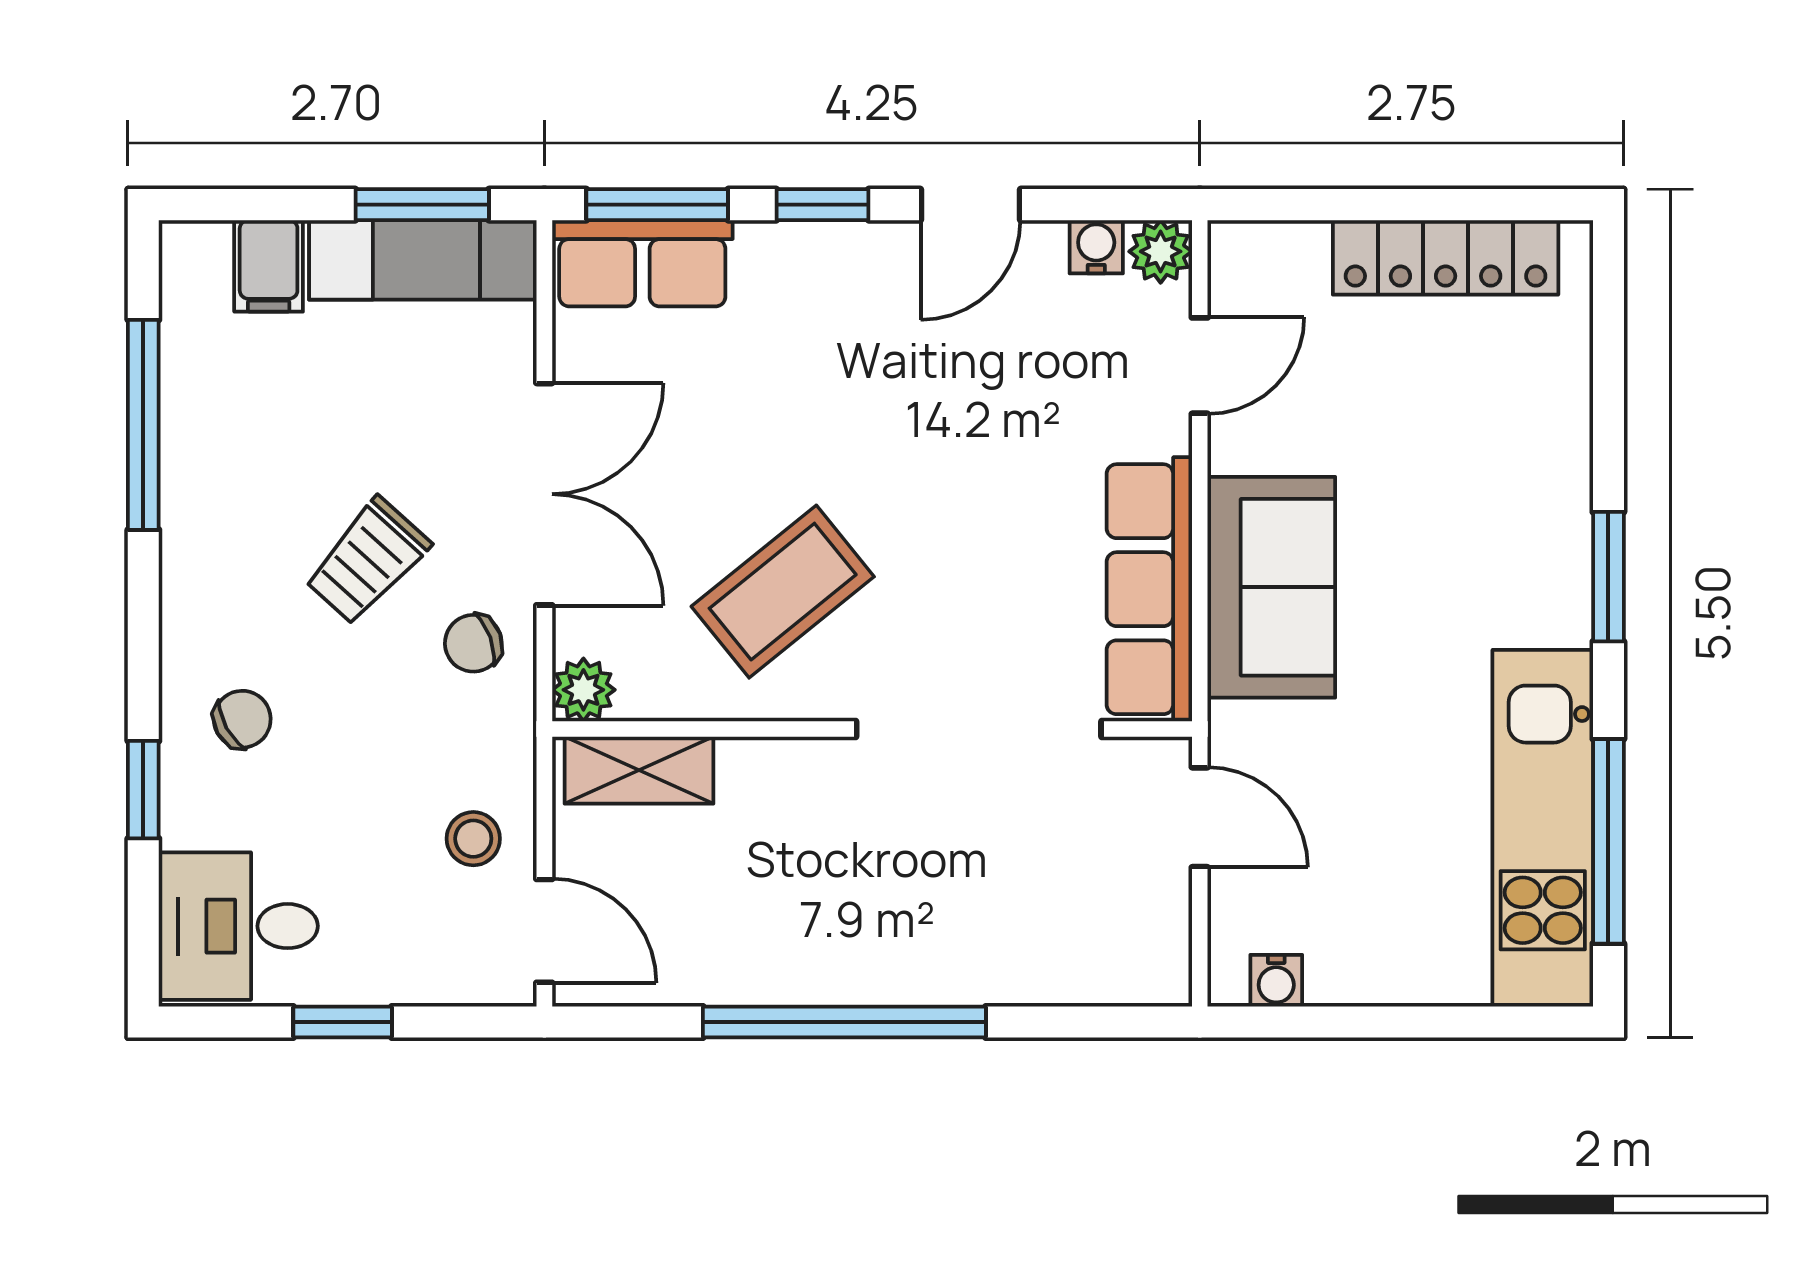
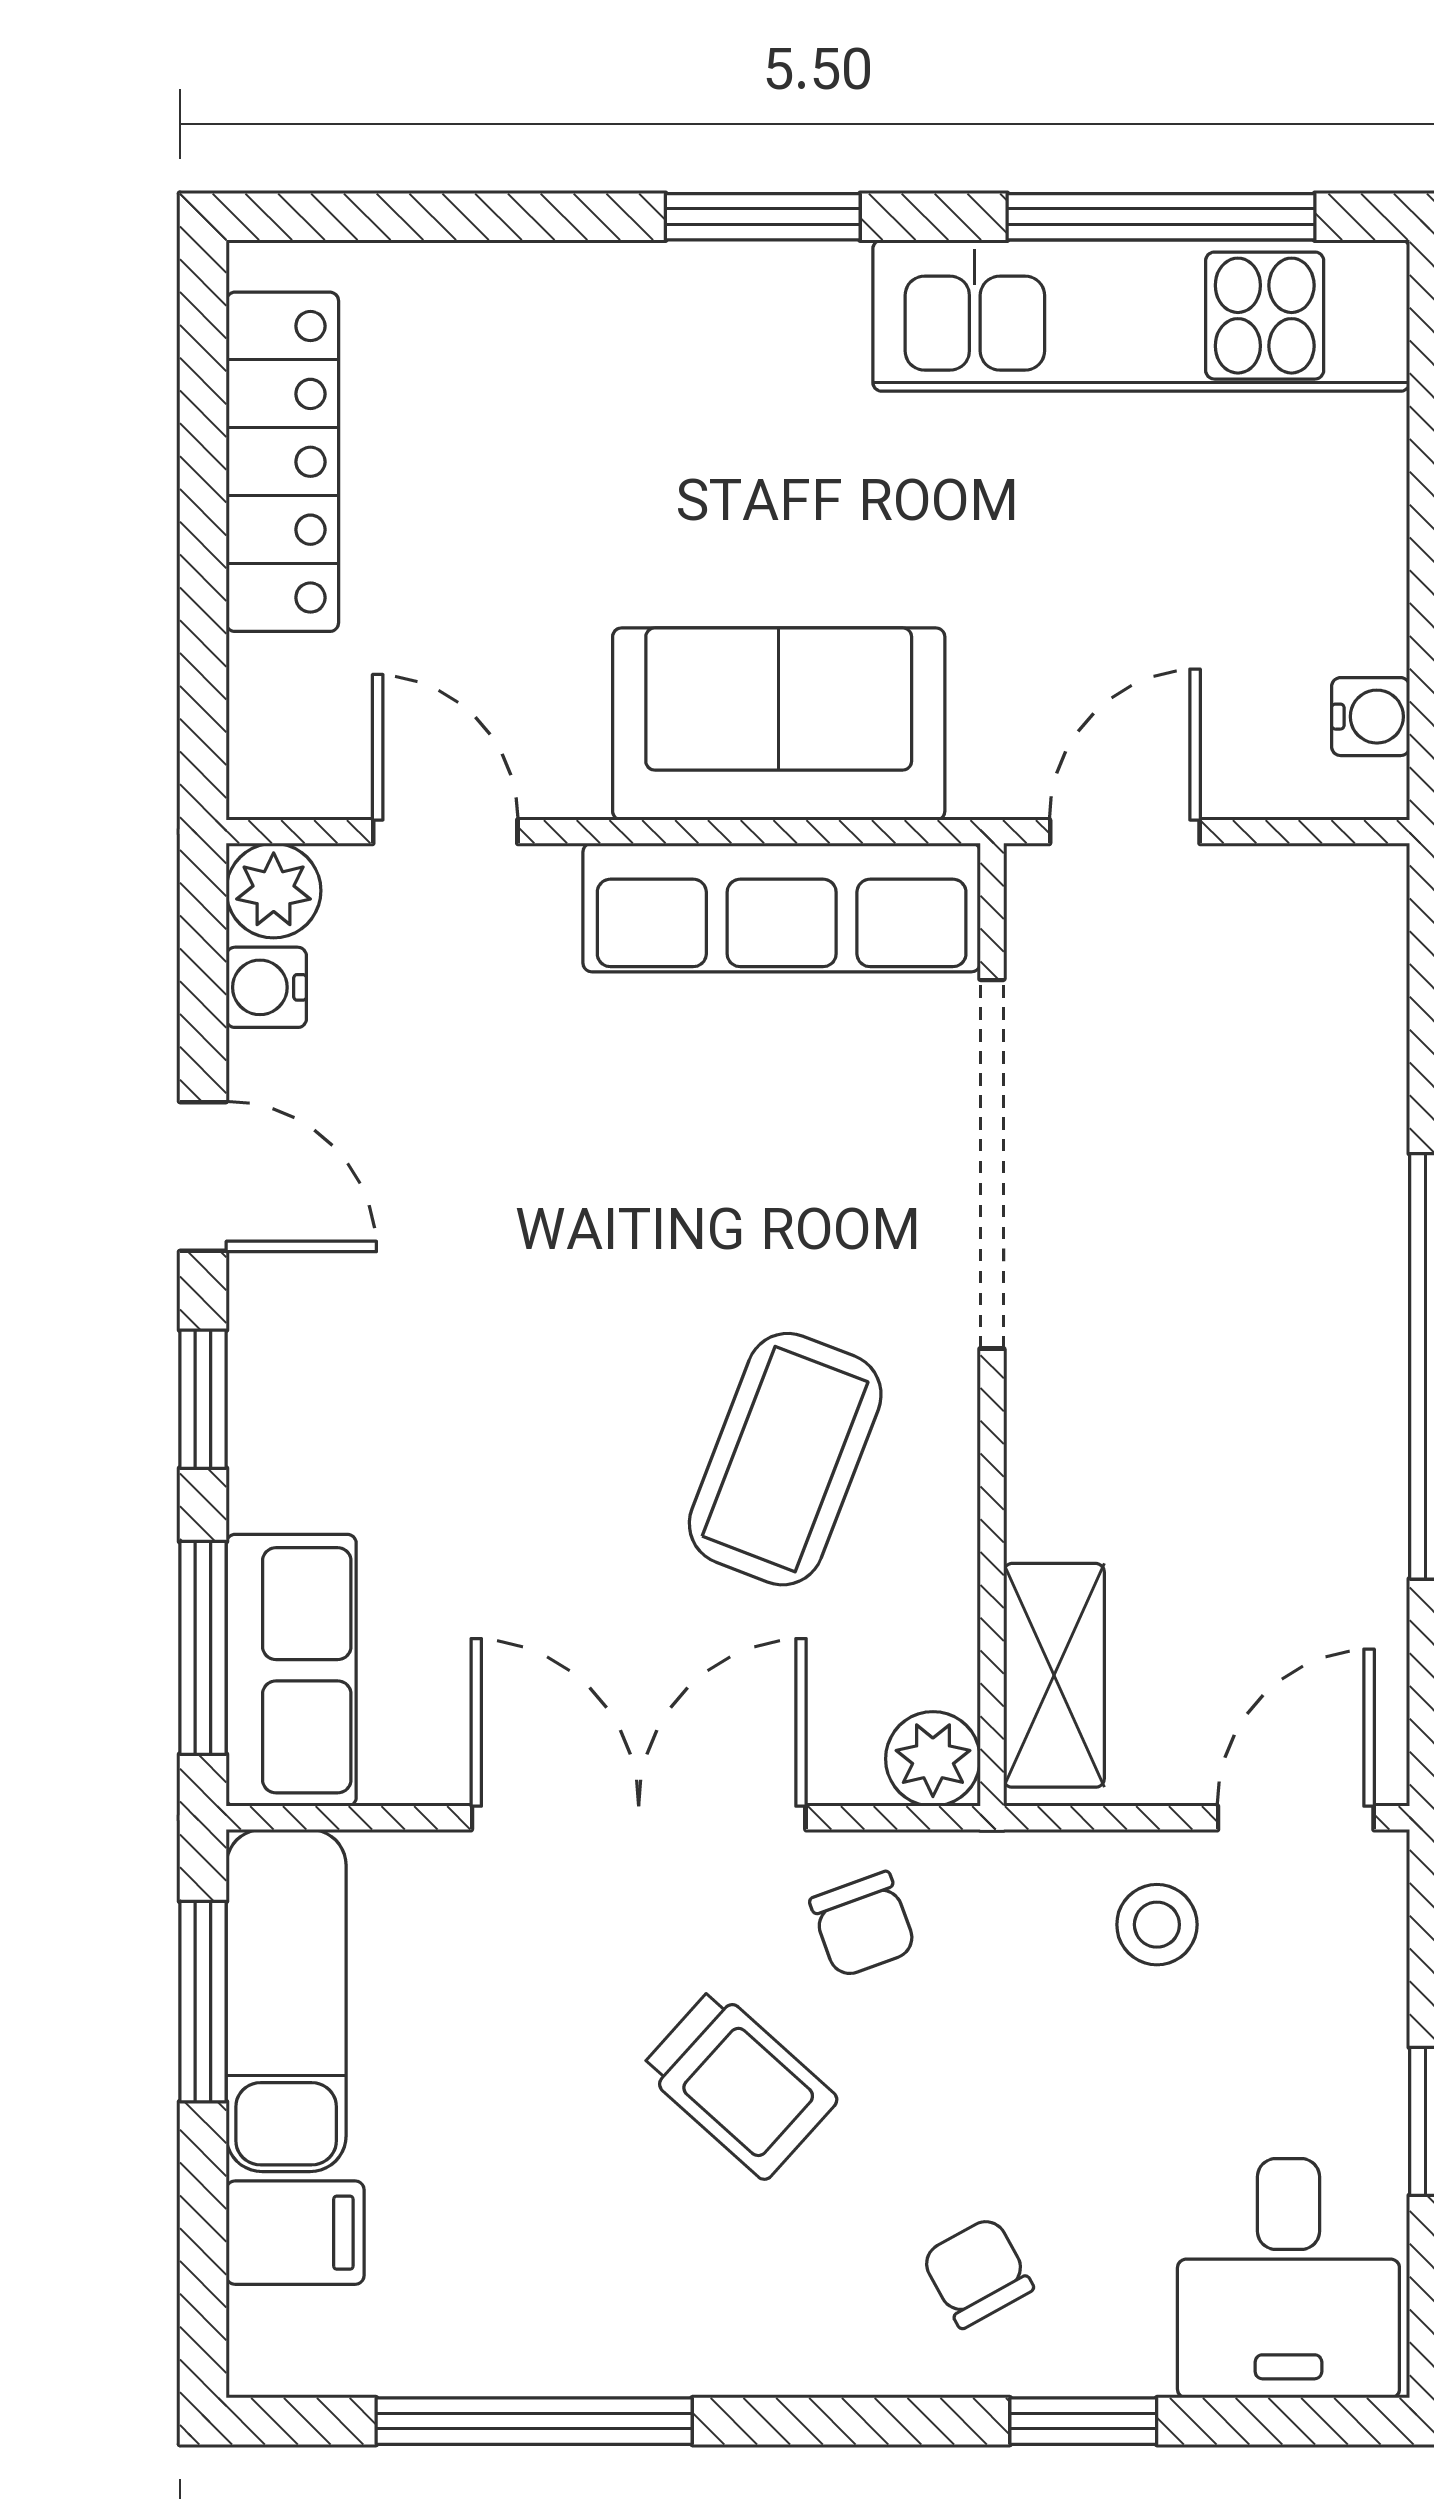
coffee table: (783, 592) -> (785, 1459), turned 60

